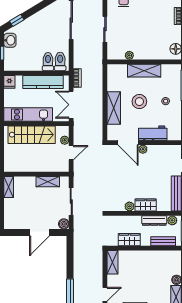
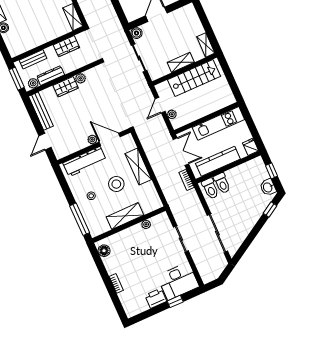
workbench: (153, 133) -> (85, 162), width x1.38
stairs: (32, 135) -> (194, 78), moved, turned 180
shelving: (48, 182) -> (181, 62), moved

